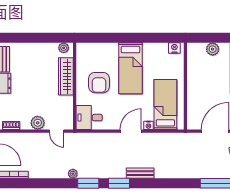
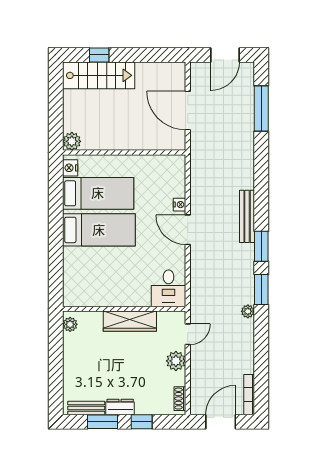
plant: (213, 49) -> (72, 141), moved
wardrobe: (66, 76) -> (130, 321), moved
armchair: (99, 83) -> (119, 274), removed
bed: (165, 105) -> (98, 193), moved, turned 180
bench: (140, 173) -> (247, 216), width x1.36

